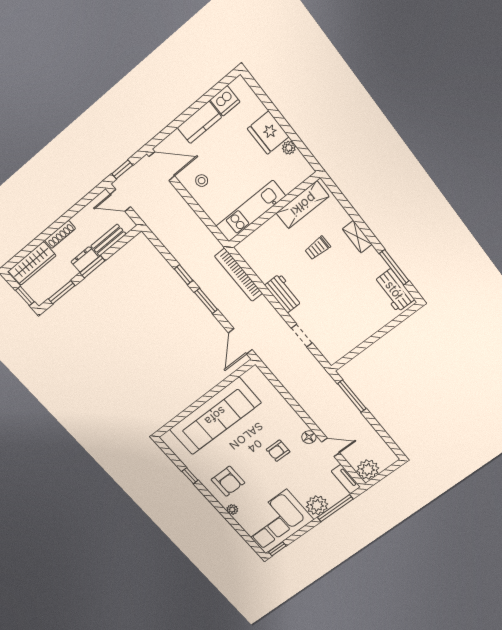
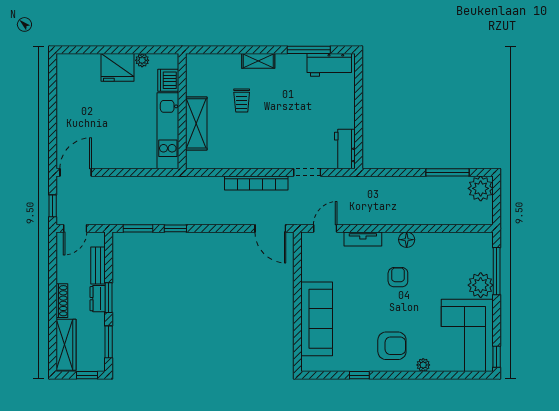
dishwasher: (225, 101) -> (168, 80), moved, turned 180
kitchen counter: (199, 122) -> (67, 115), removed
stool: (202, 181) -> (112, 150), removed
shelving: (303, 205) -> (196, 123), moved
bookcase: (239, 275) -> (256, 183), moved
workbench: (283, 293) -> (345, 149), moved, turned -90
window: (206, 301) -> (138, 228), moved
window: (352, 396) -> (447, 172), moved
sofa: (215, 416) -> (317, 319), width x0.74, depth x0.79
door: (331, 447) -> (325, 228), moved
armchair: (278, 451) -> (398, 277), turned 180
plant: (368, 470) -> (481, 188), moved
tv unit: (346, 479) -> (363, 239), moved

